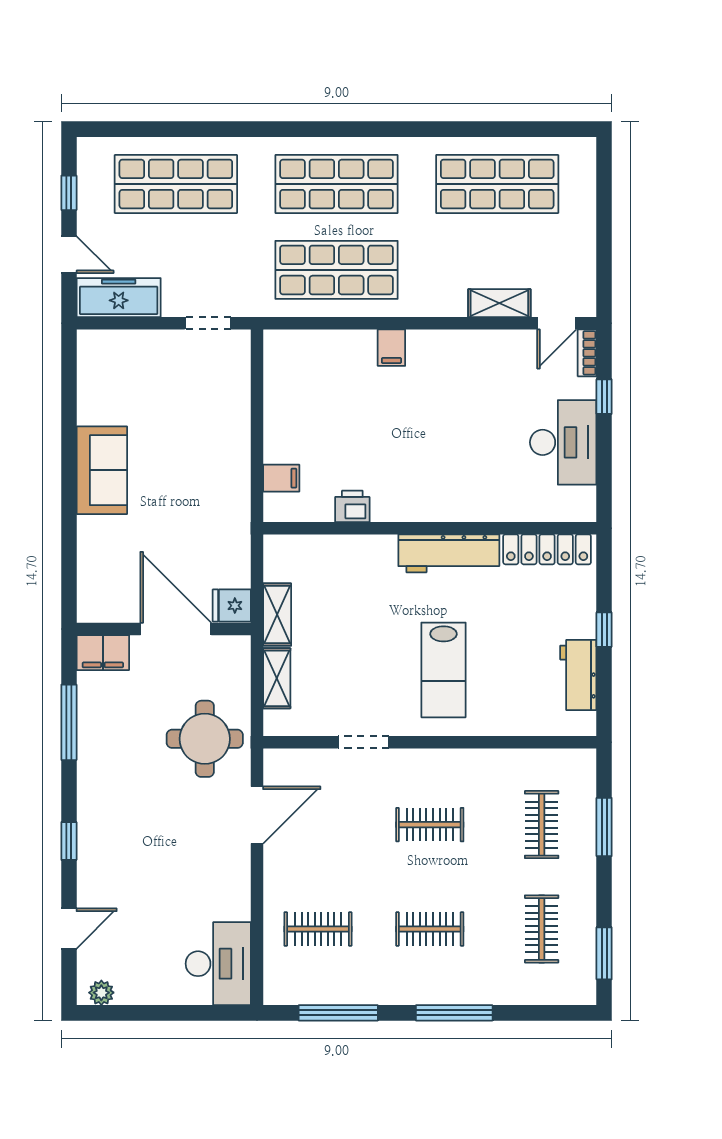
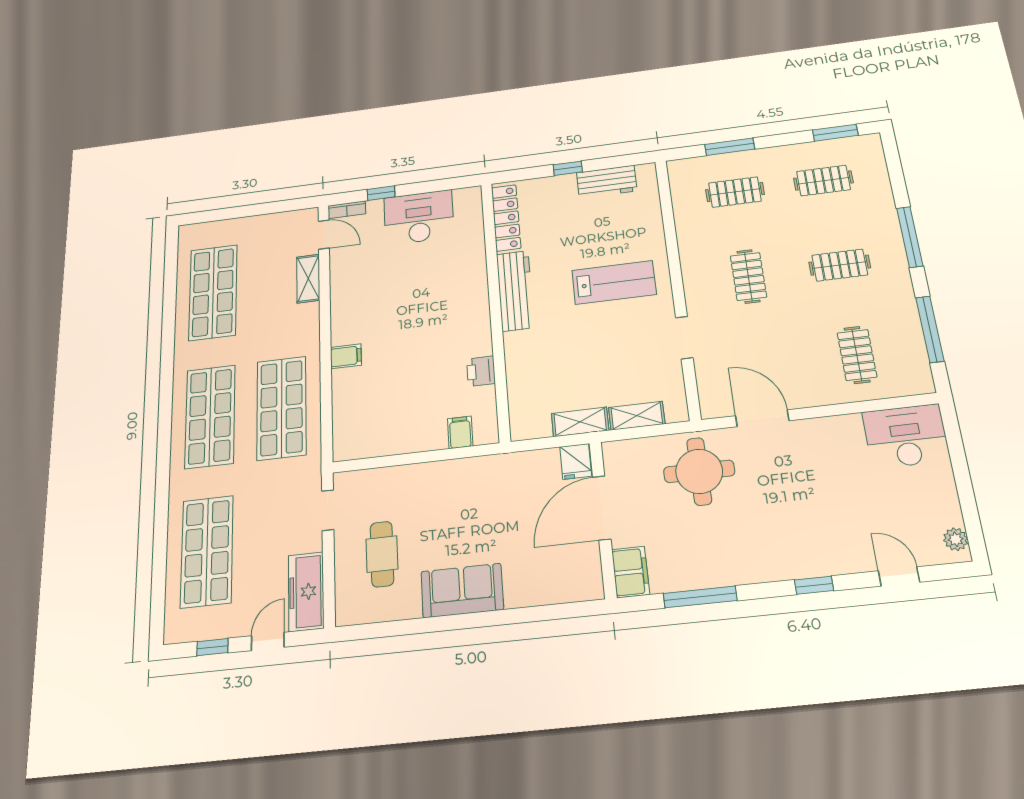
cafe table: (151, 384) -> (382, 554), added
clothes rail: (430, 929) -> (840, 265), turned 90

